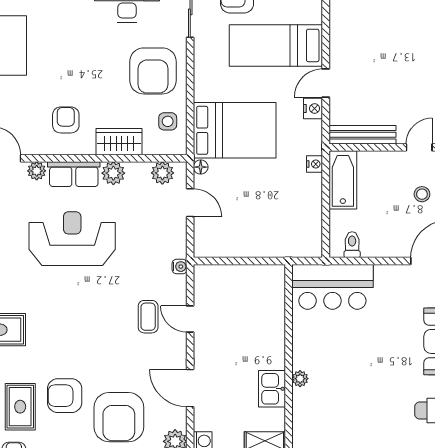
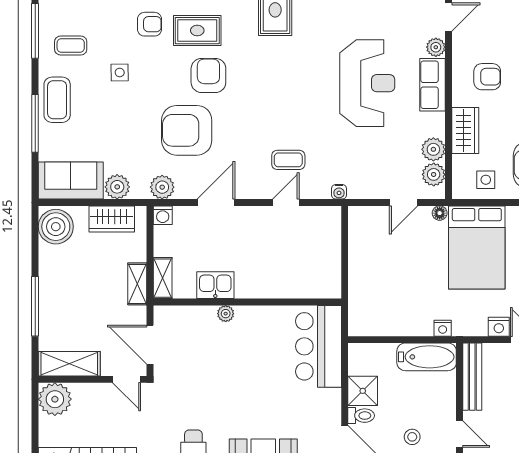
plant: (113, 173) -> (433, 149), moved
shower: (376, 243) -> (363, 391), added
toilet: (352, 245) -> (361, 416), moved

